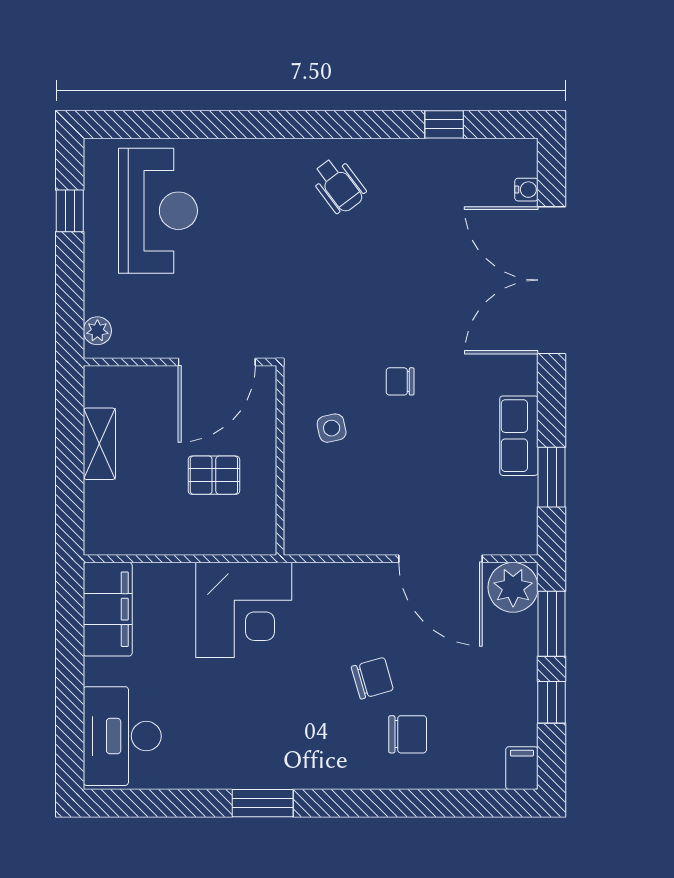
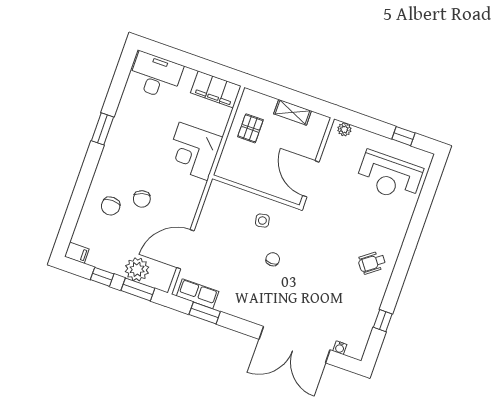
double door: (552, 280) -> (294, 345), swing flipped
row of seats: (519, 436) -> (198, 294), moved
pallet: (214, 475) -> (250, 128), moved
plant: (513, 587) -> (137, 269), moved

